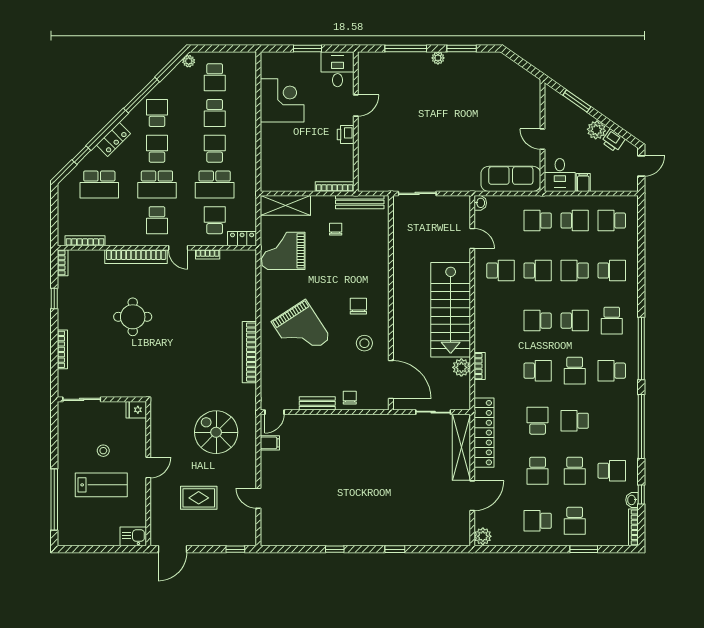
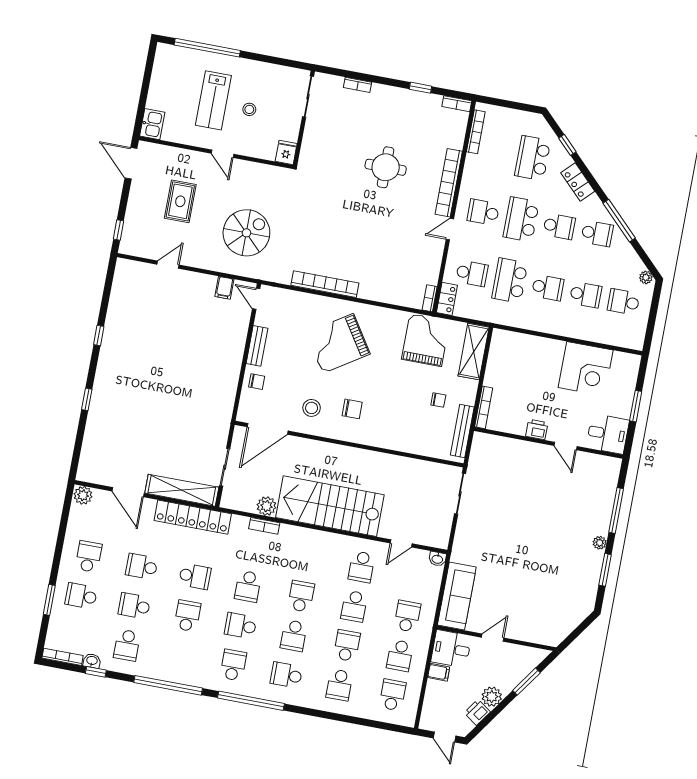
school desk: (215, 113) -> (586, 295), turned 180
bookcase: (208, 254) -> (430, 298), moved
bookcase: (62, 349) -> (358, 85), width x0.64

